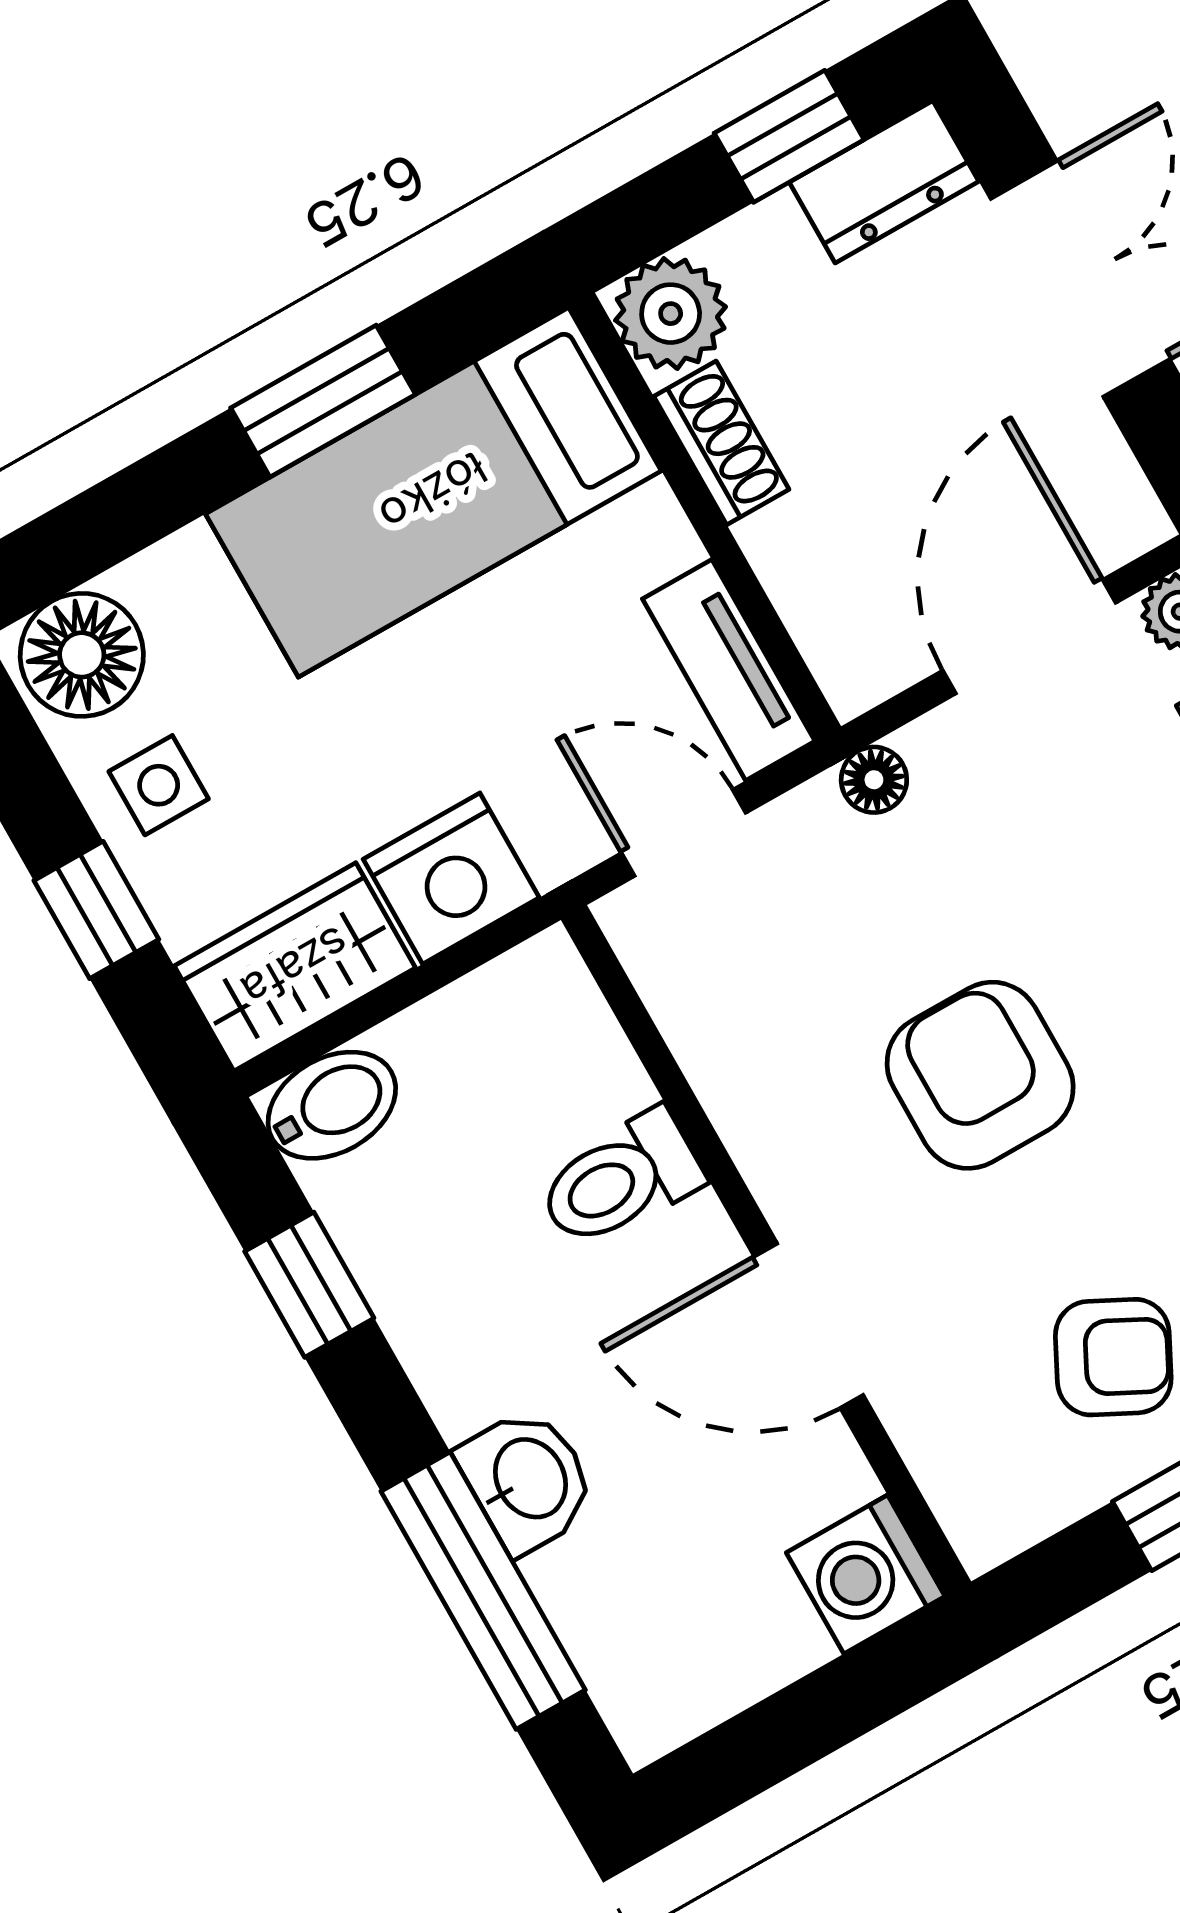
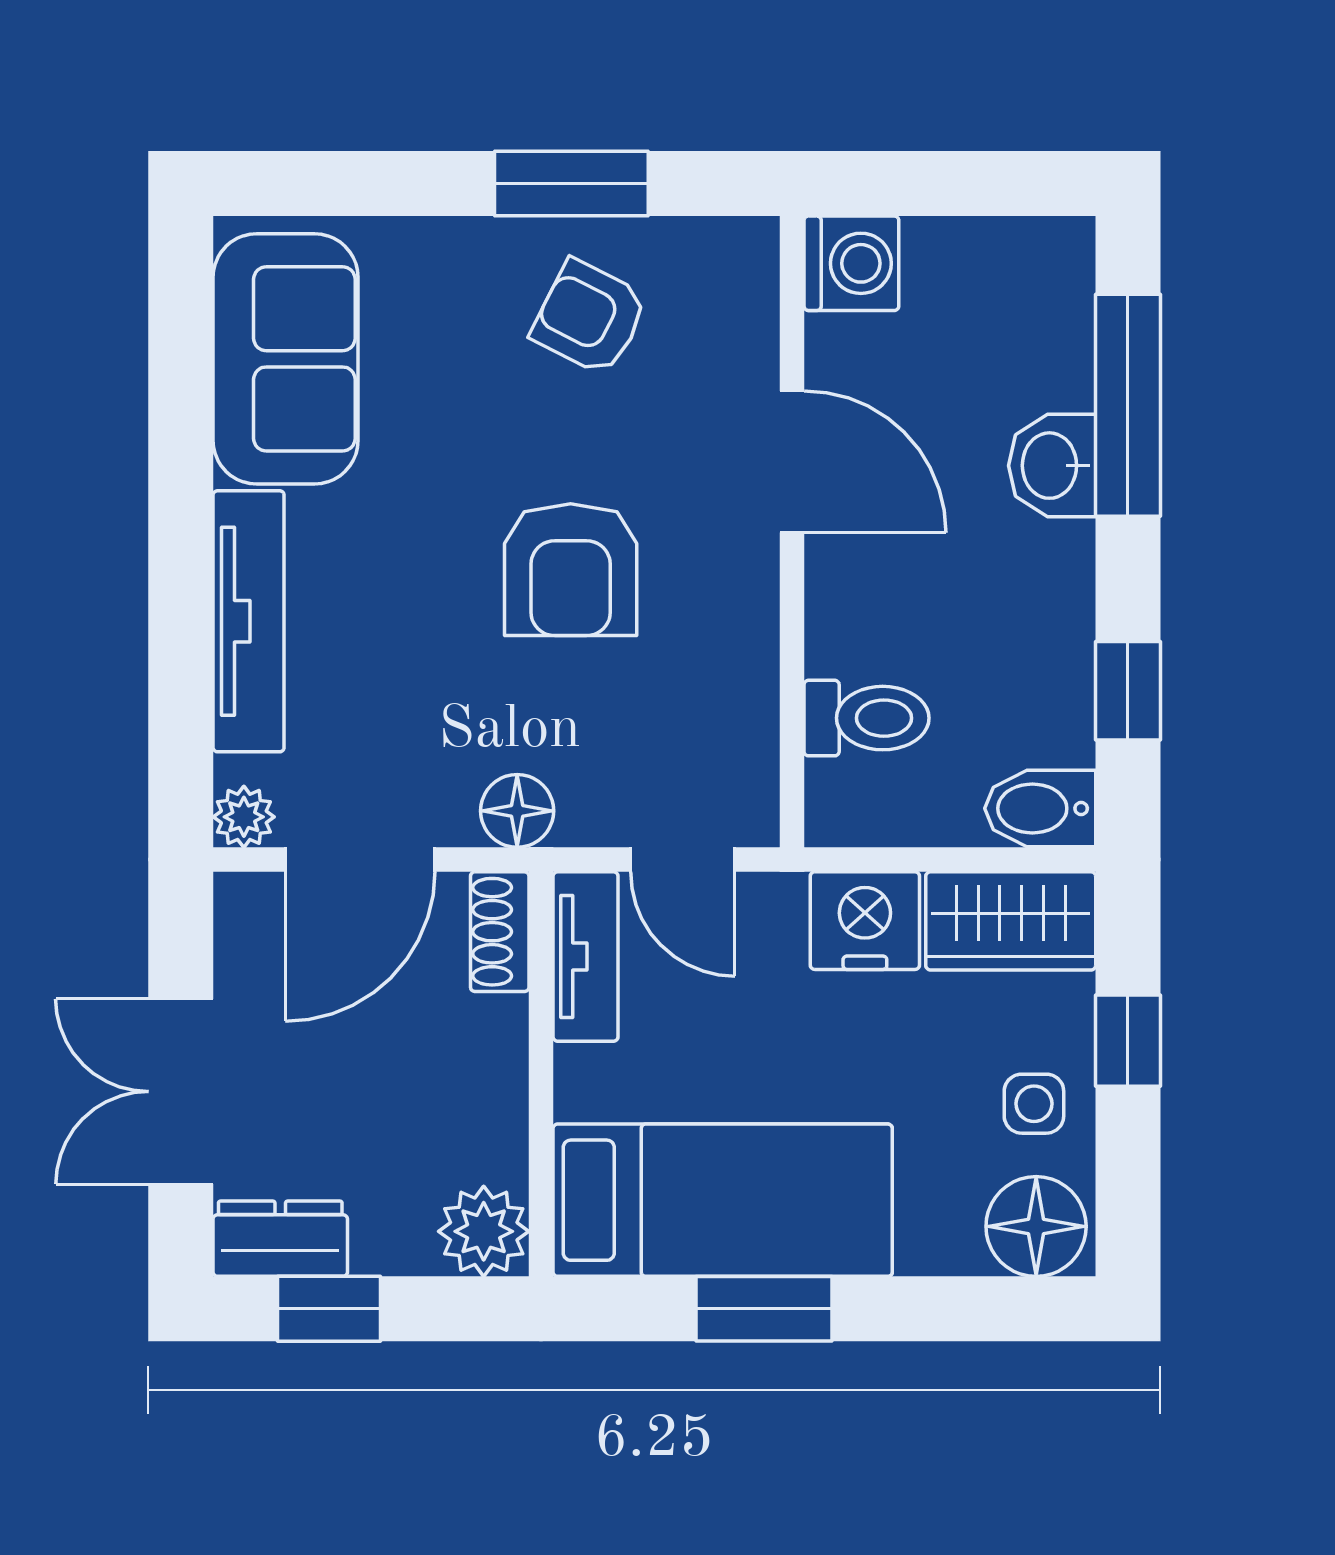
shoe rack: (721, 443) -> (500, 932), moved
floor lamp: (874, 780) -> (517, 811), width x1.37, depth x1.37
toilet: (620, 1180) -> (867, 718), moved

